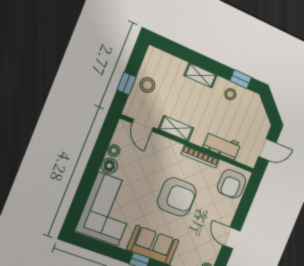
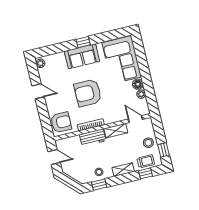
window: (177, 50) -> (146, 173), added
trolley: (167, 65) -> (146, 161), added
window: (127, 83) -> (163, 150), moved
workbench: (222, 146) -> (93, 138), moved
door: (267, 150) -> (54, 157), swing flipped
armchair: (232, 184) -> (61, 122), turned 90

